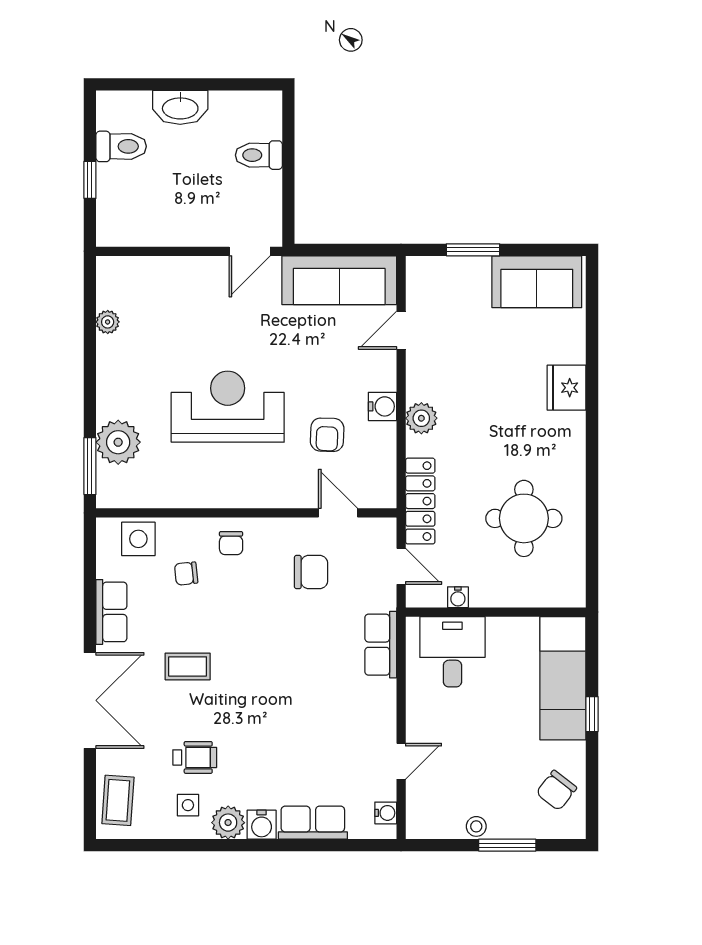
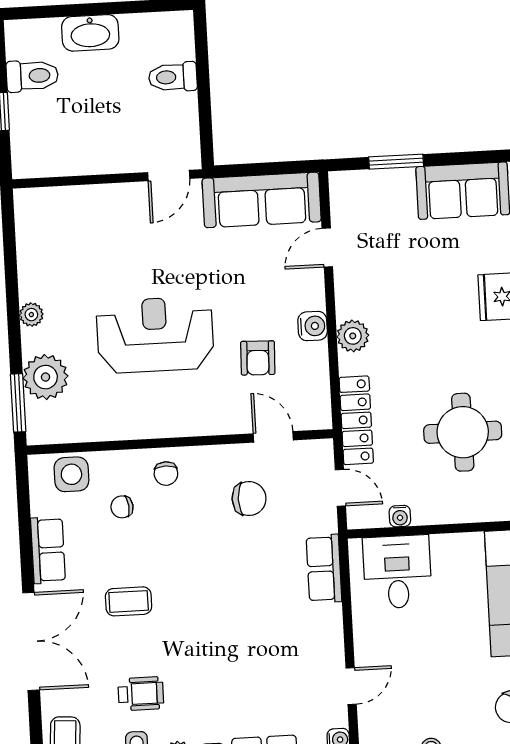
plant: (108, 322) -> (31, 315), moved

